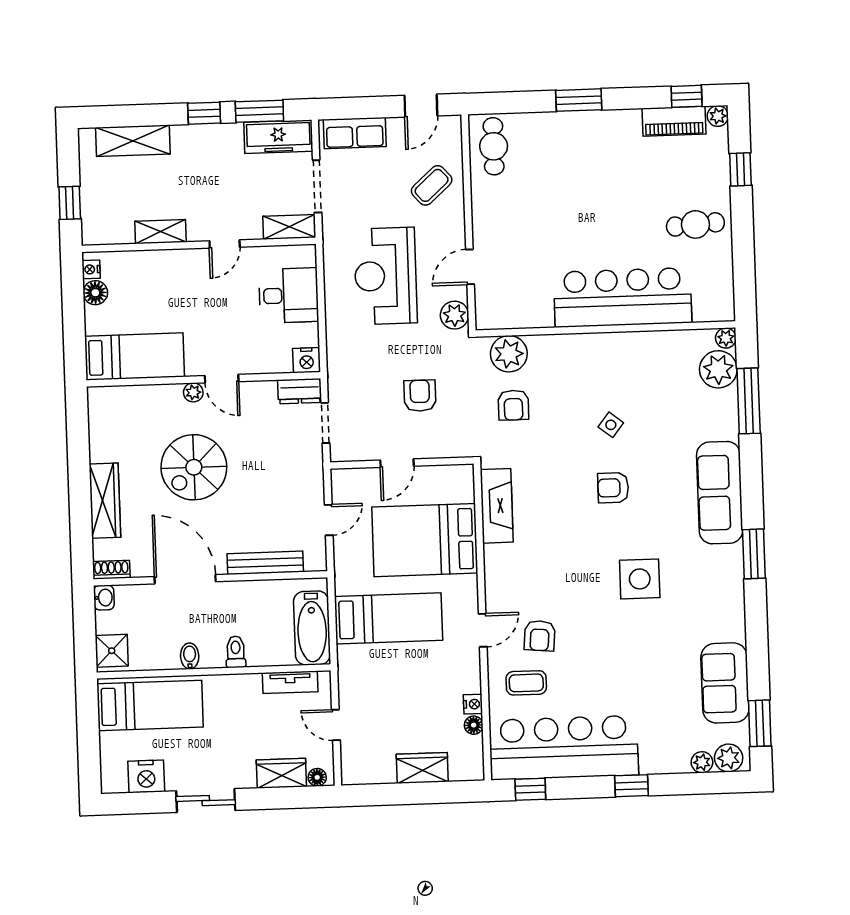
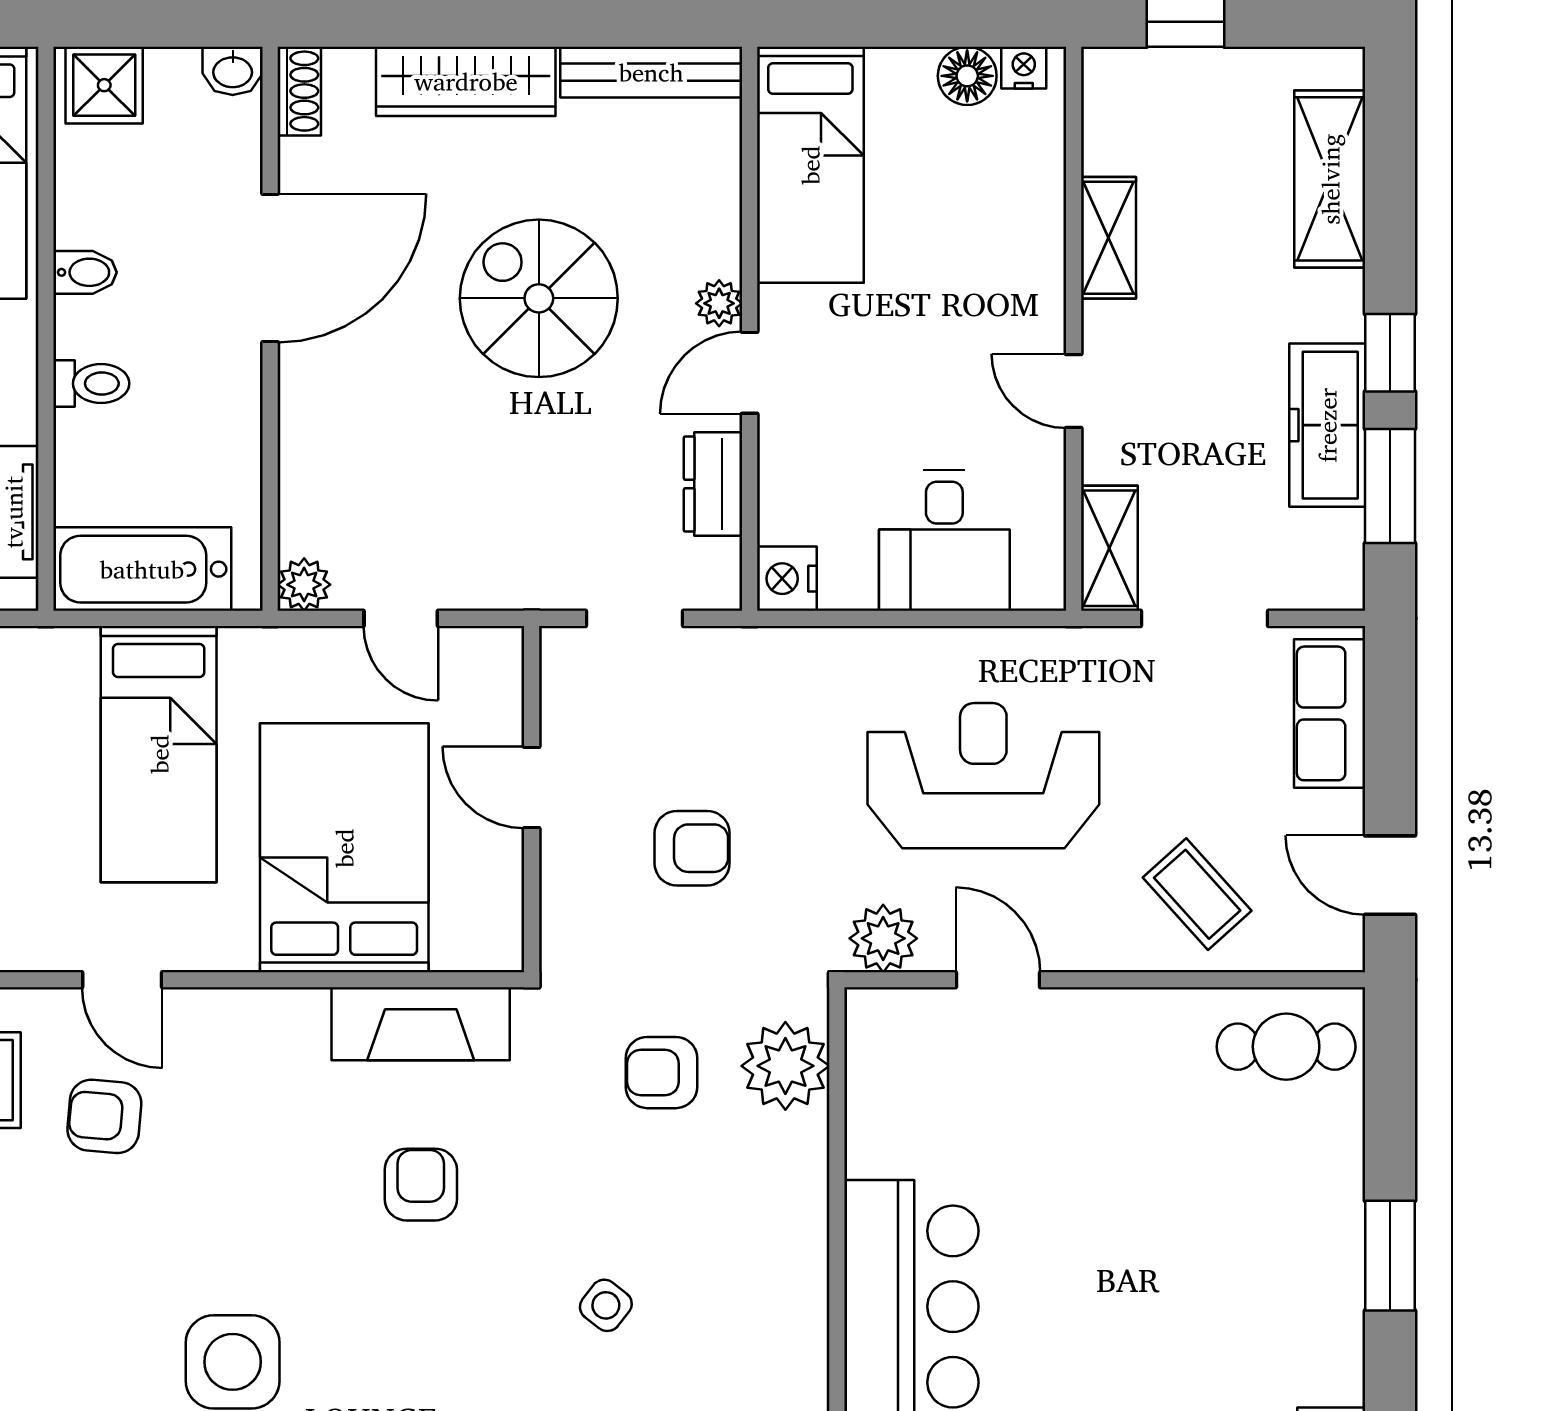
freezer: (278, 137) -> (1327, 425), moved
dresser: (300, 391) -> (713, 484), moved
armchair: (613, 488) -> (421, 1185), moved
plant: (316, 561) -> (304, 585), added
bench: (265, 563) -> (651, 72), moved, turned 90

